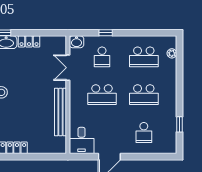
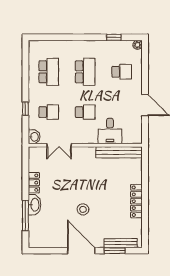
plant: (172, 53) -> (138, 45), moved
school desk: (102, 95) -> (85, 112), width x0.54
bench: (60, 112) -> (119, 152), moved
desk: (82, 140) -> (110, 131), moved, turned 90

